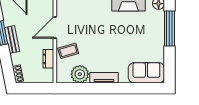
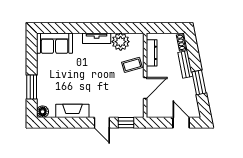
window: (169, 29) -> (32, 87), width x0.69
bench: (12, 39) -> (185, 64), moved
dresser: (48, 59) -> (152, 53), width x1.44

